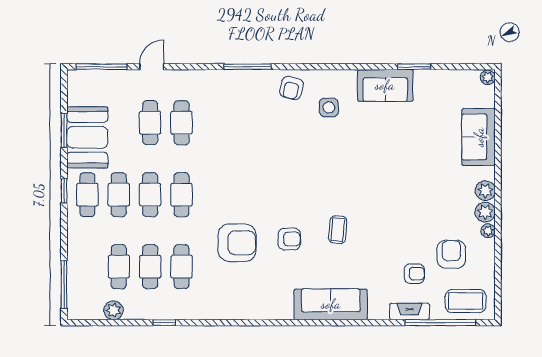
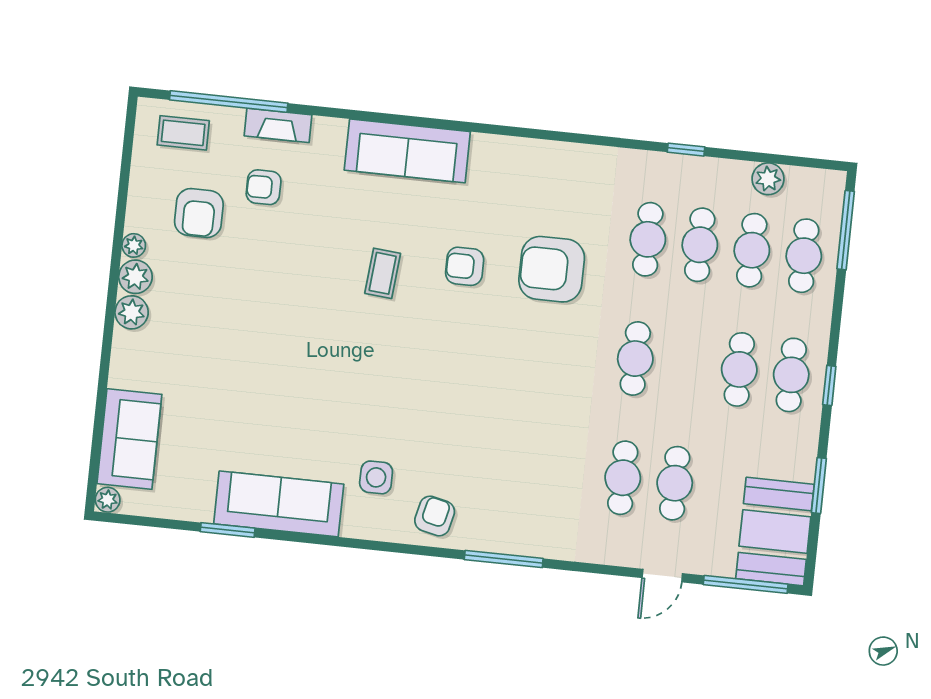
sofa: (385, 85) -> (279, 504), width x1.36
booth: (87, 137) -> (775, 532), moved
sofa: (479, 137) -> (129, 439), moved
cafe table: (150, 195) -> (804, 256), moved
coffee table: (466, 301) -> (183, 133), width x0.73, depth x0.77

